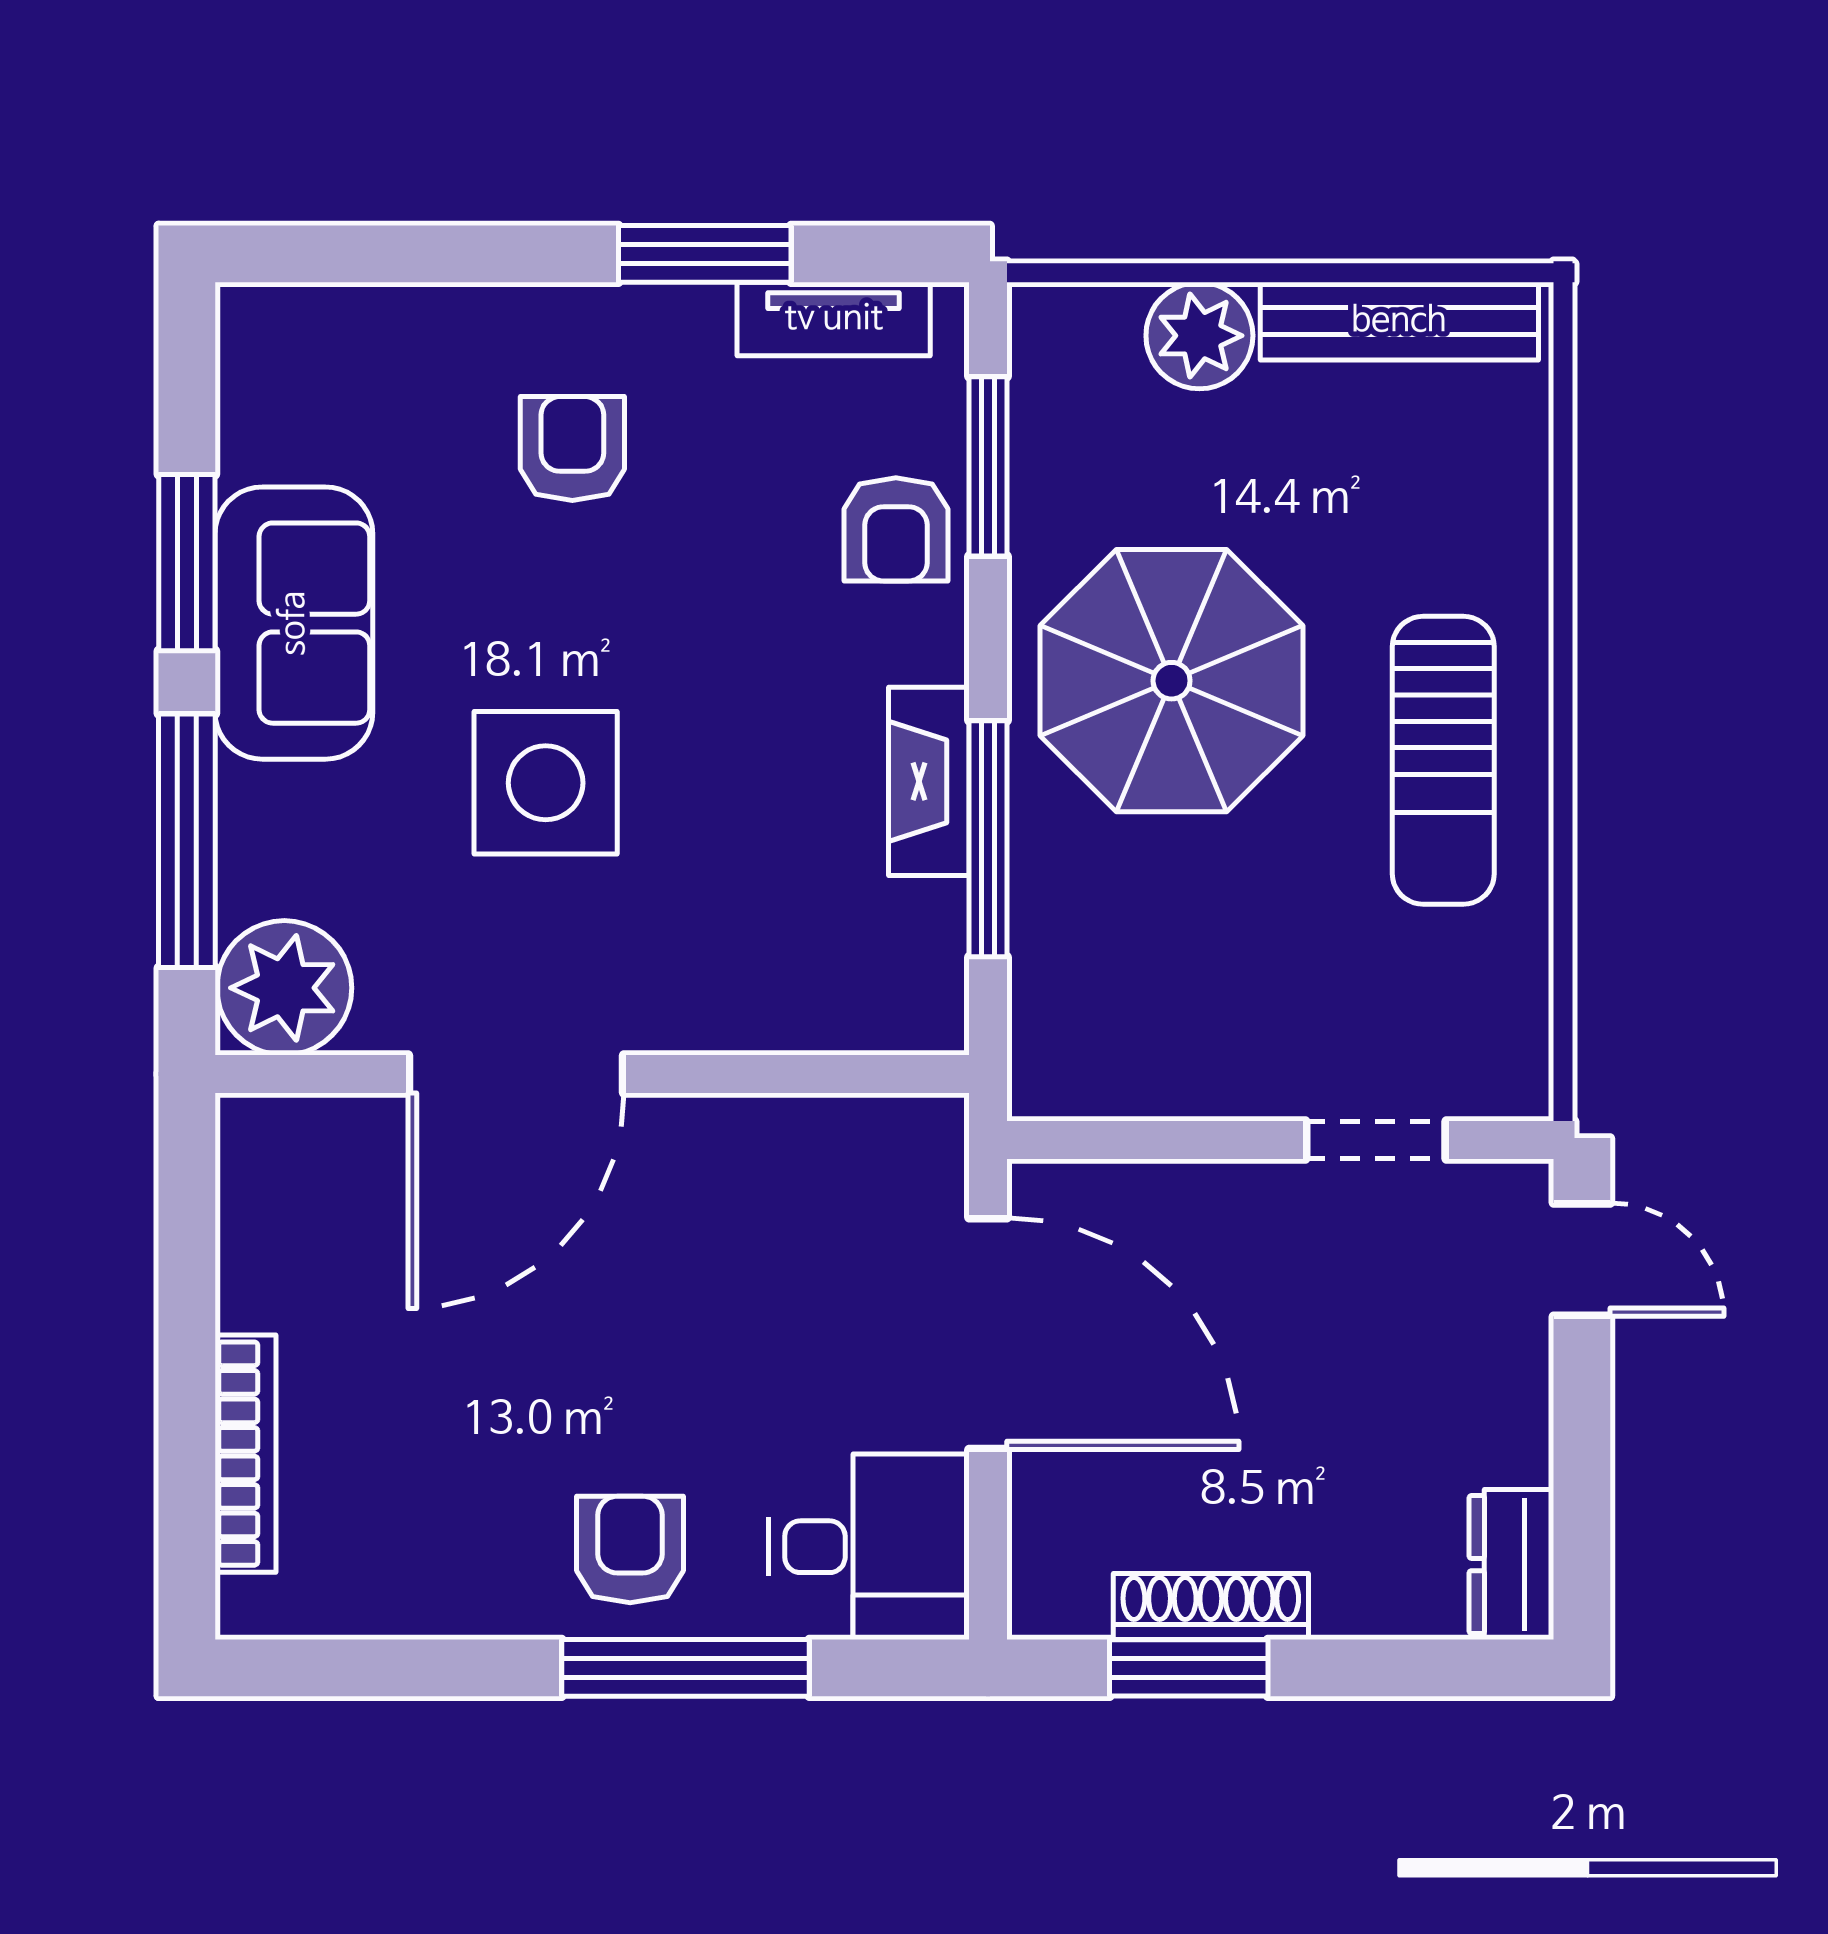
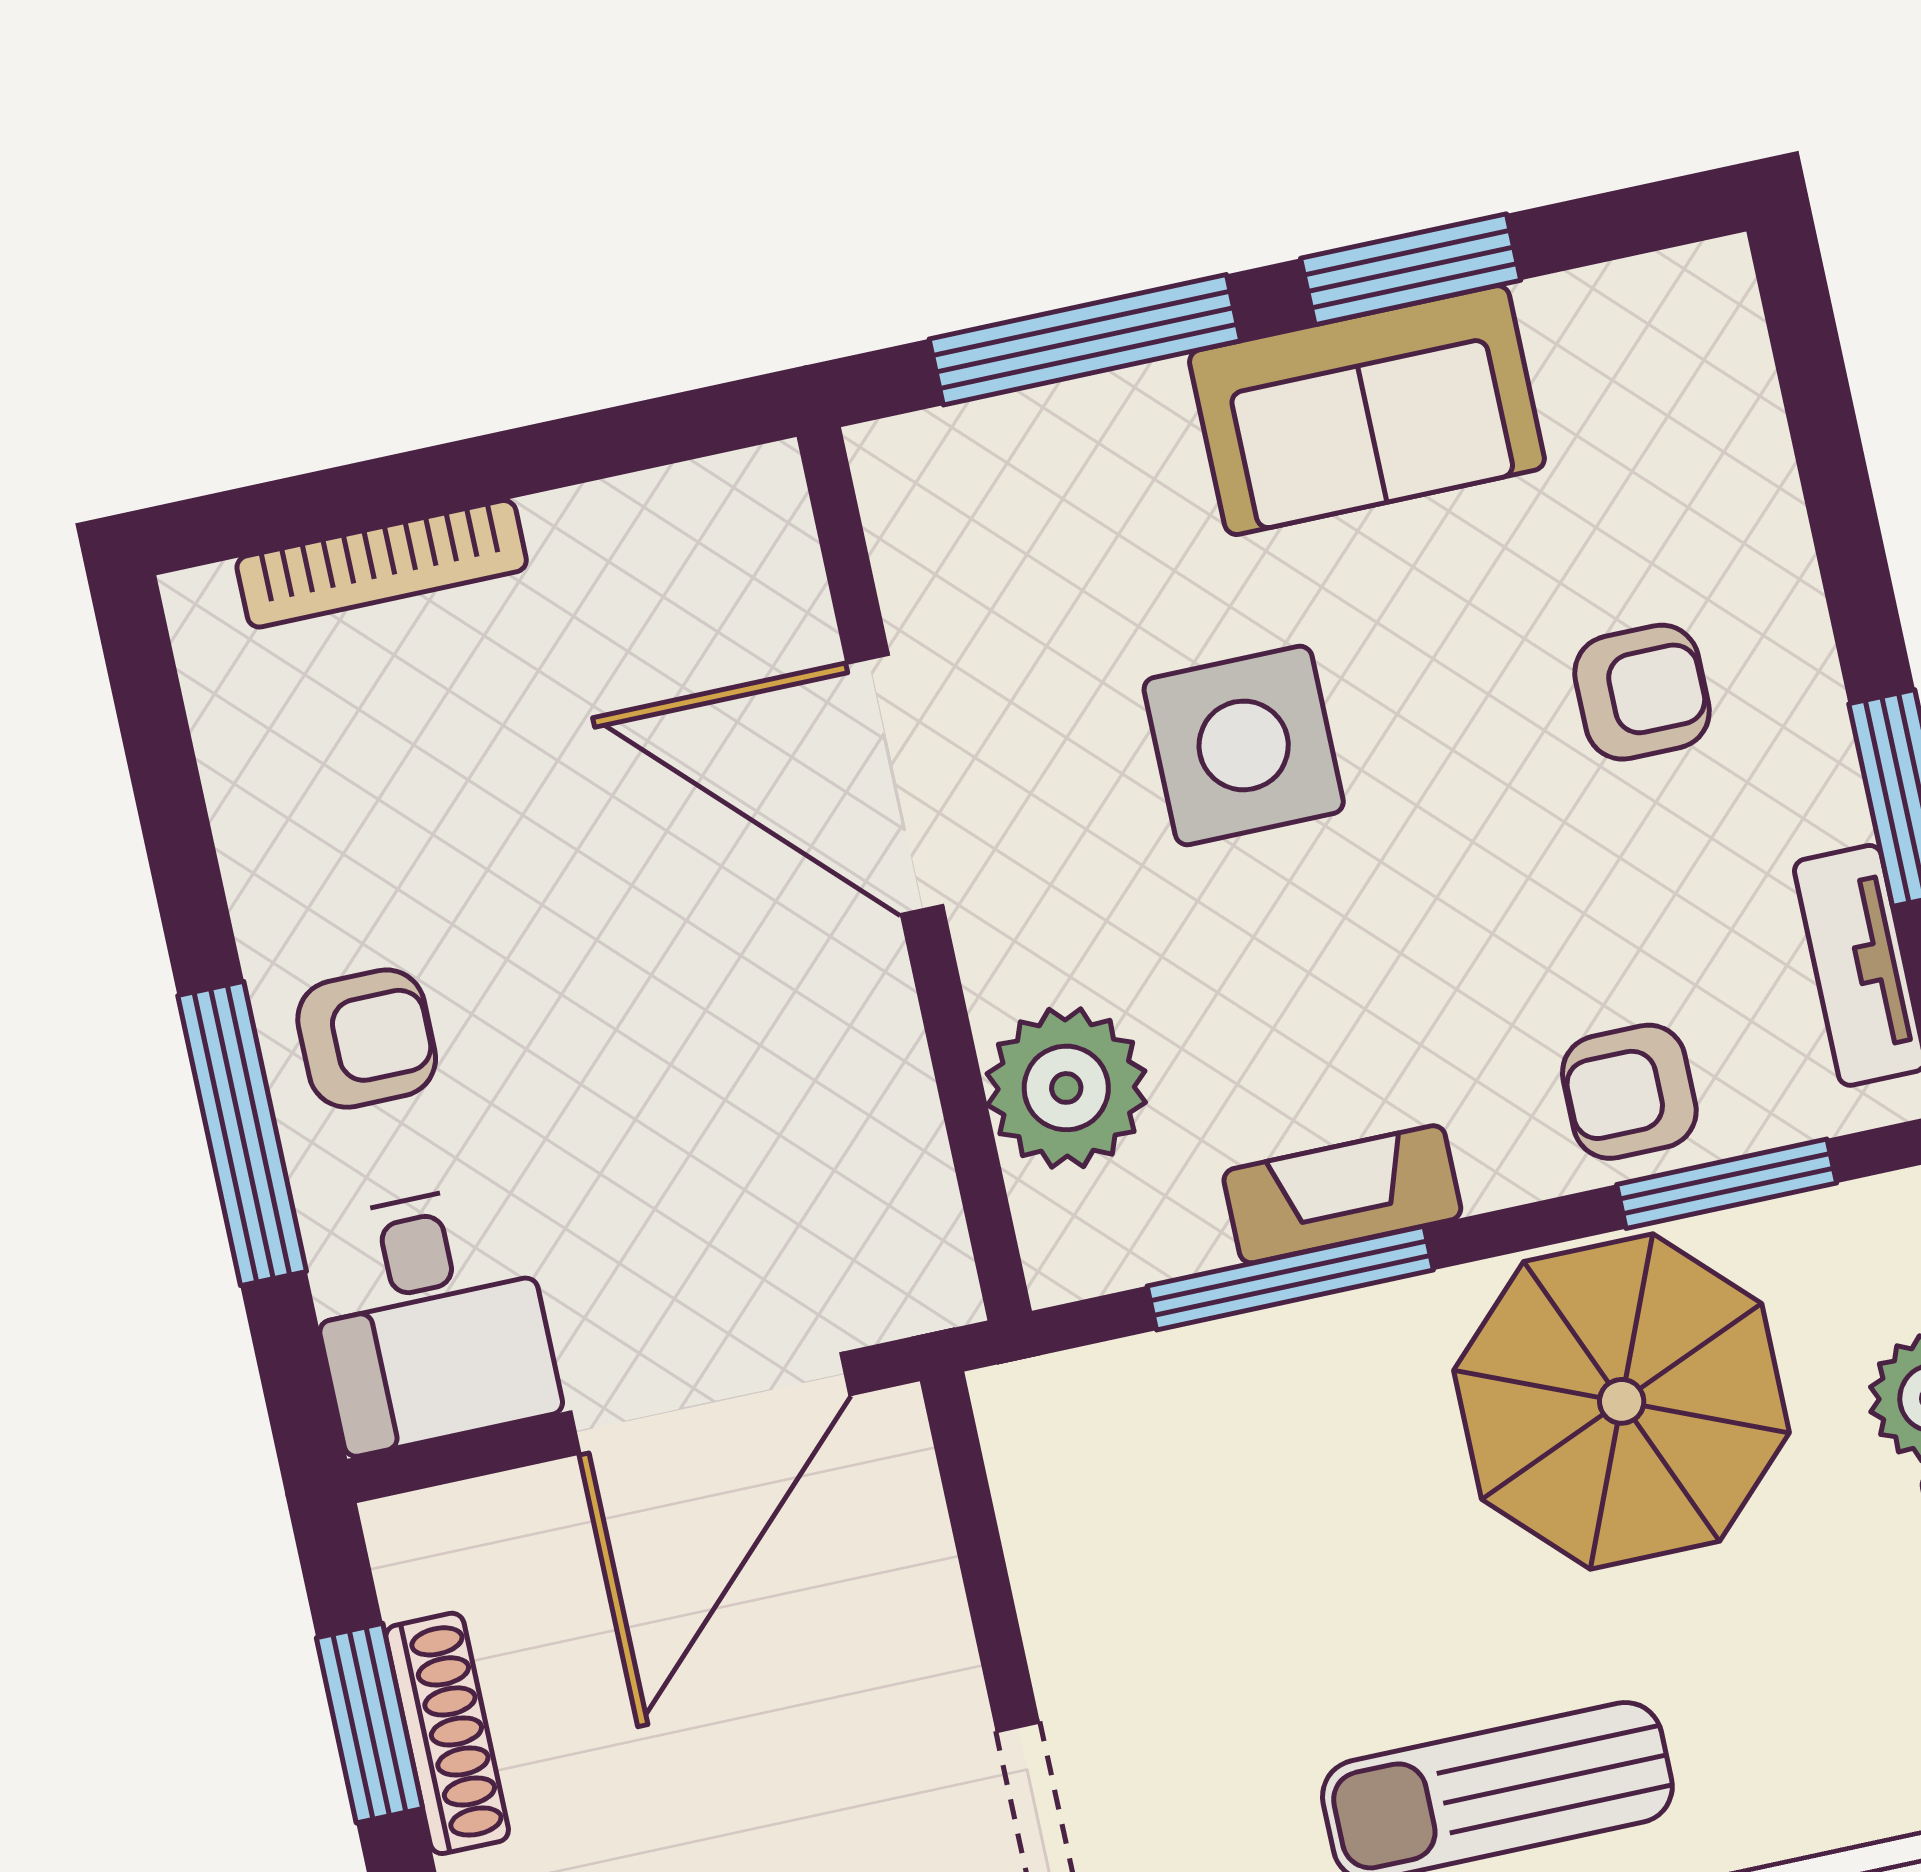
parasol: (1172, 681) -> (1622, 1401), moved
plant: (284, 988) -> (1066, 1088), moved

